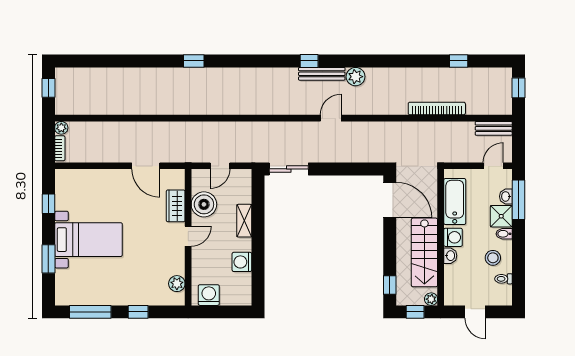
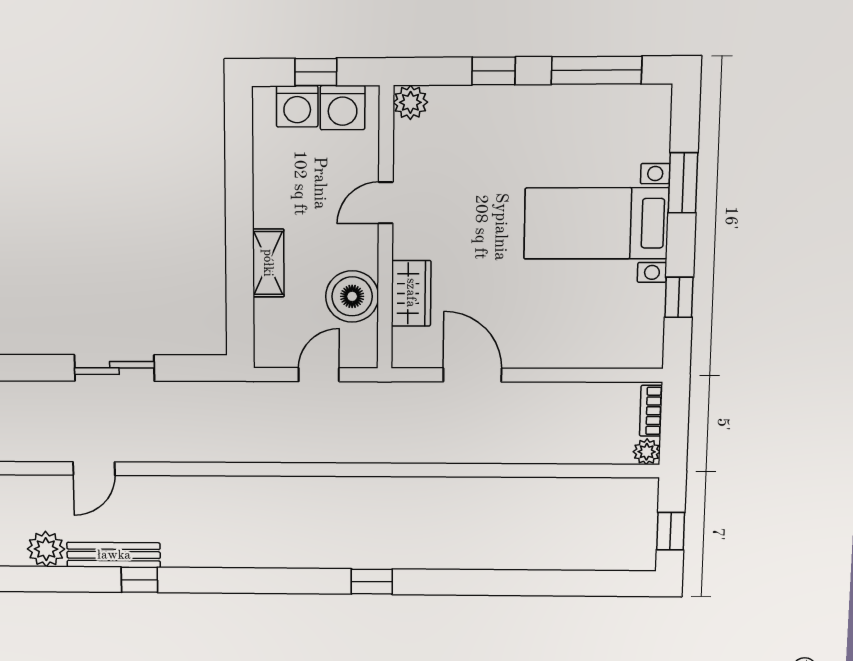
sliding door: (289, 169) -> (114, 368), moved
door: (188, 236) -> (386, 203), moved
washing machine: (242, 262) -> (297, 106), moved, turned 90
plant: (177, 284) -> (410, 102), moved
window: (221, 312) -> (316, 72), added

